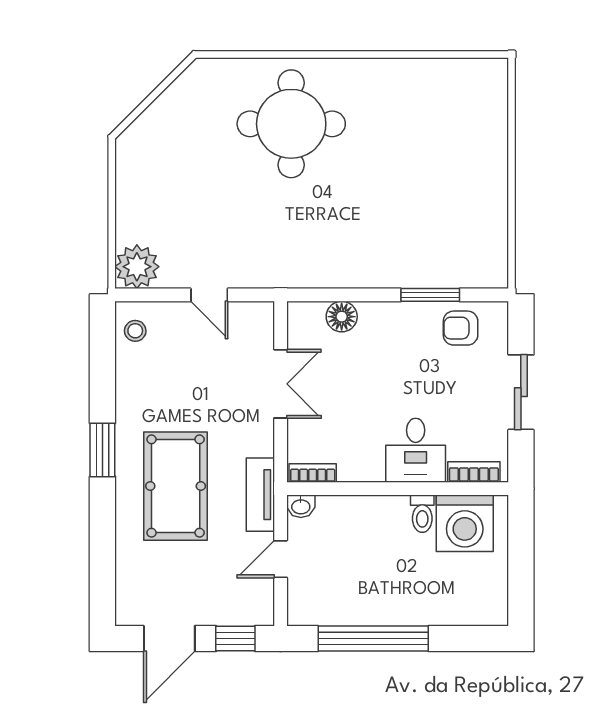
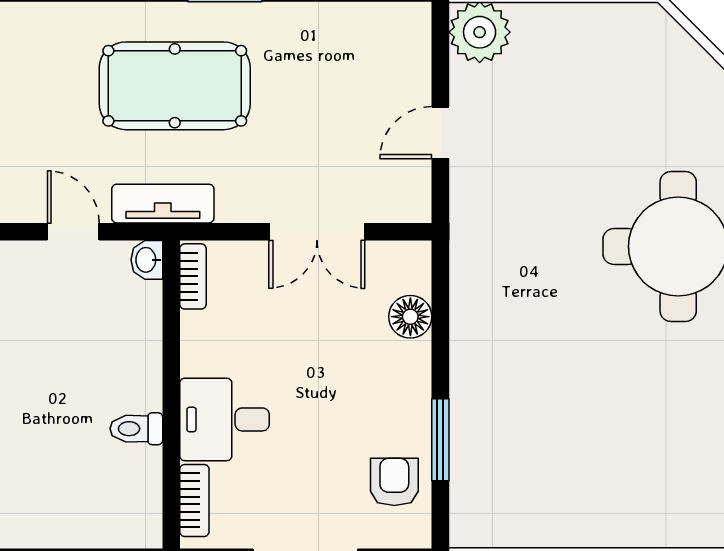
stool: (135, 331) -> (391, 30), removed
washing machine: (465, 523) -> (123, 488), removed

